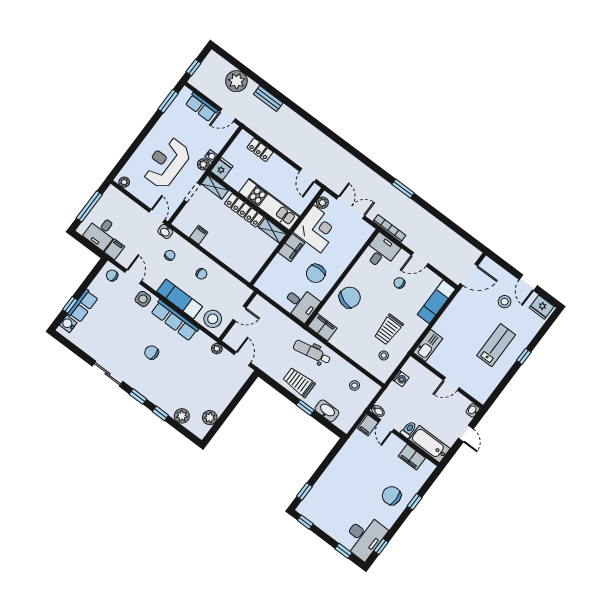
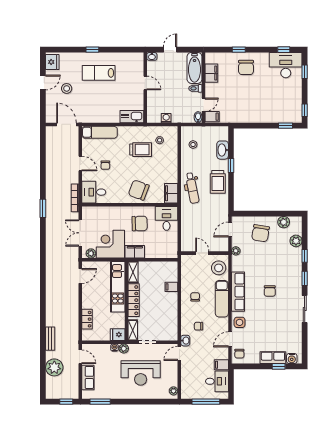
filing cabinet: (199, 235) -> (171, 287), moved
chair: (216, 386) -> (261, 233), added

